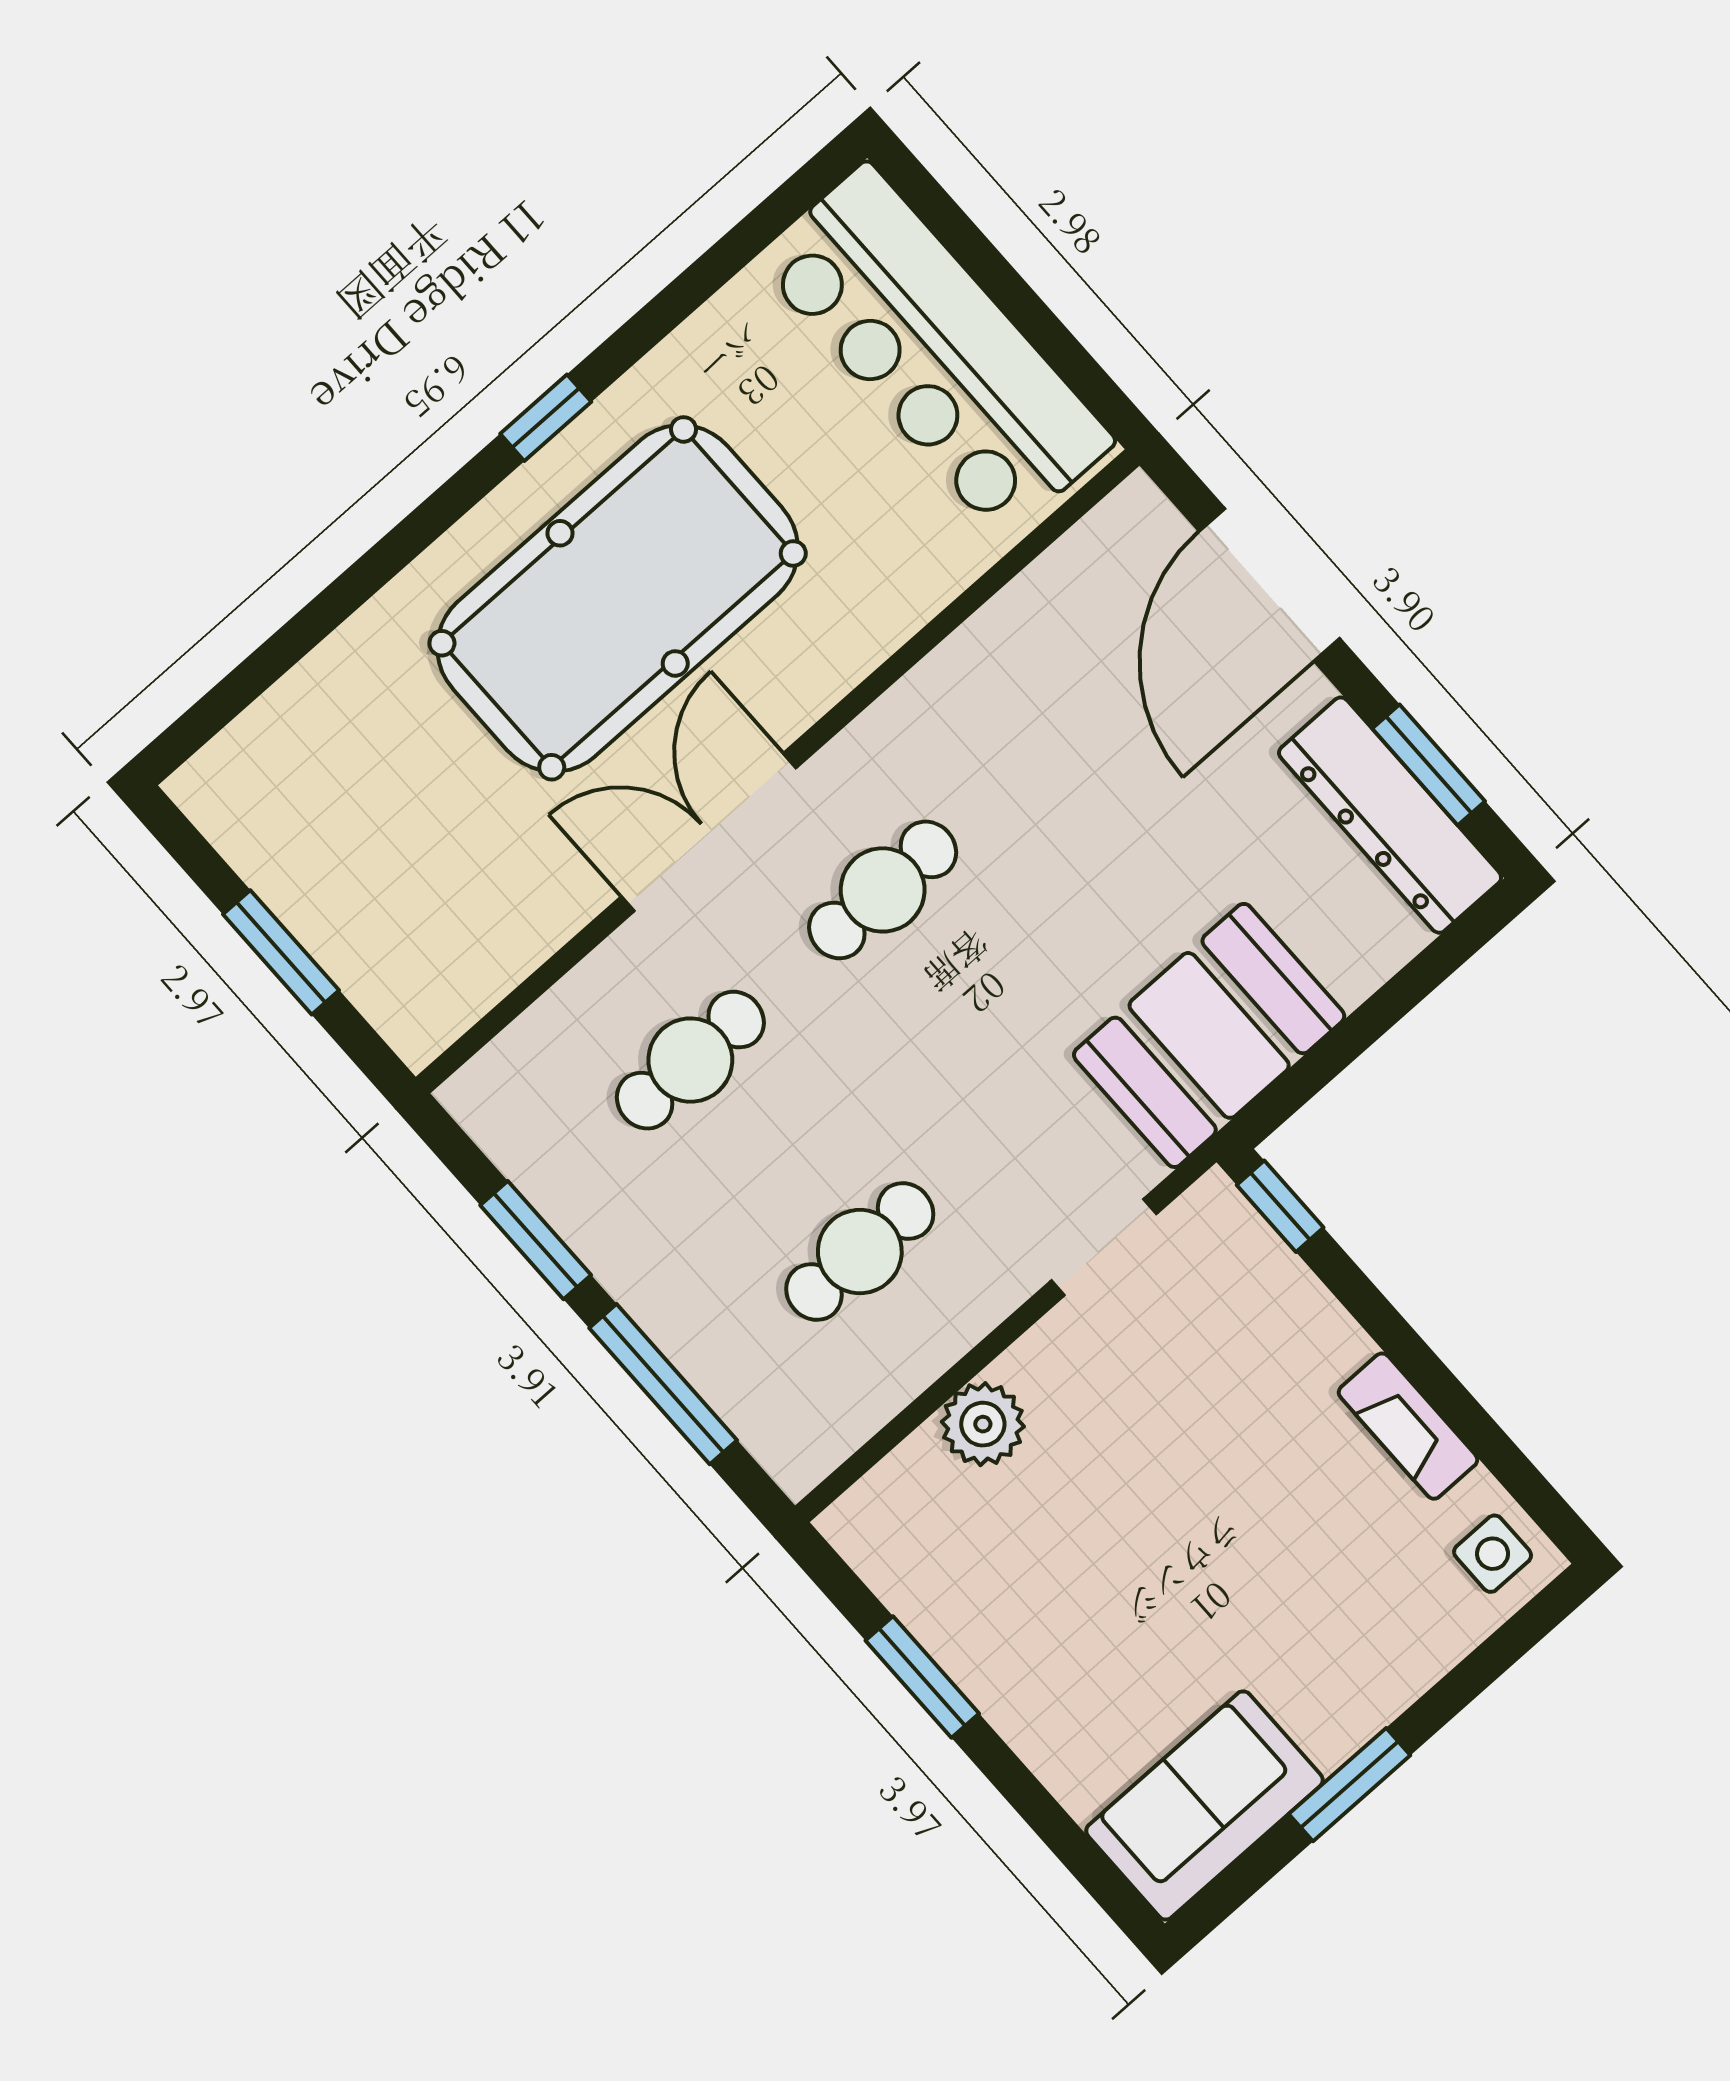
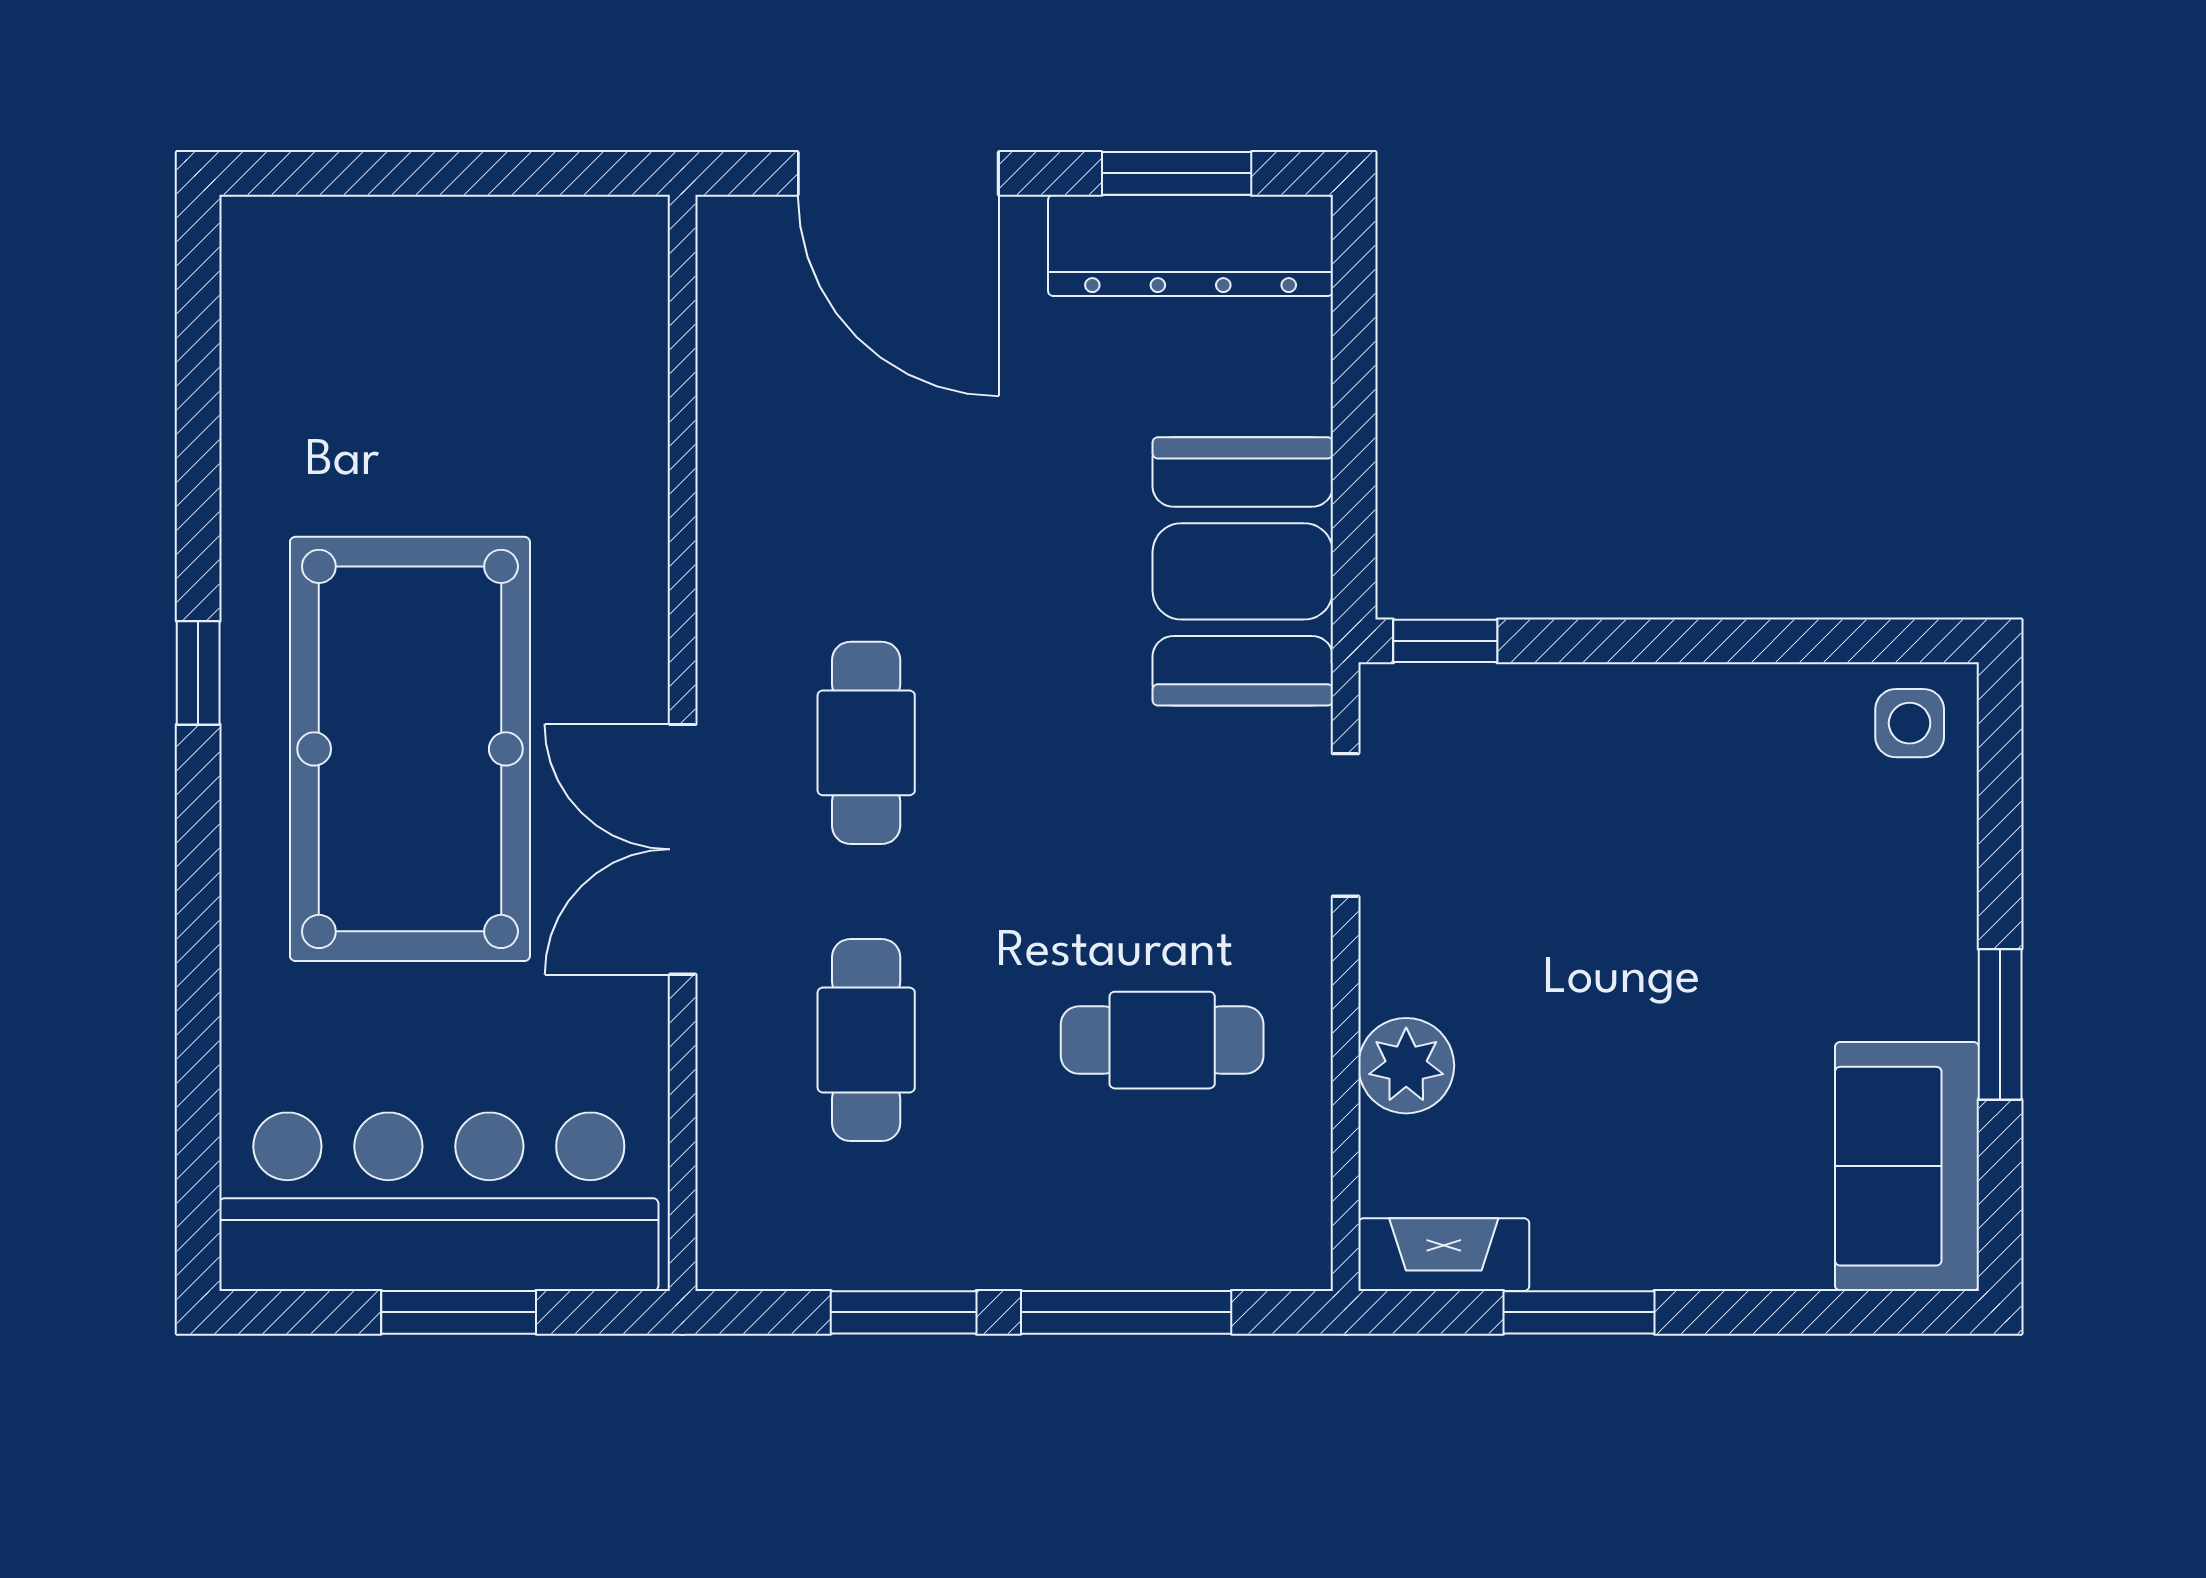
bar counter: (935, 351) -> (439, 1202), moved, turned 180
cafe table: (860, 1252) -> (1162, 1040), turned 90
fireplace: (1408, 1426) -> (1444, 1255), moved, turned 180

